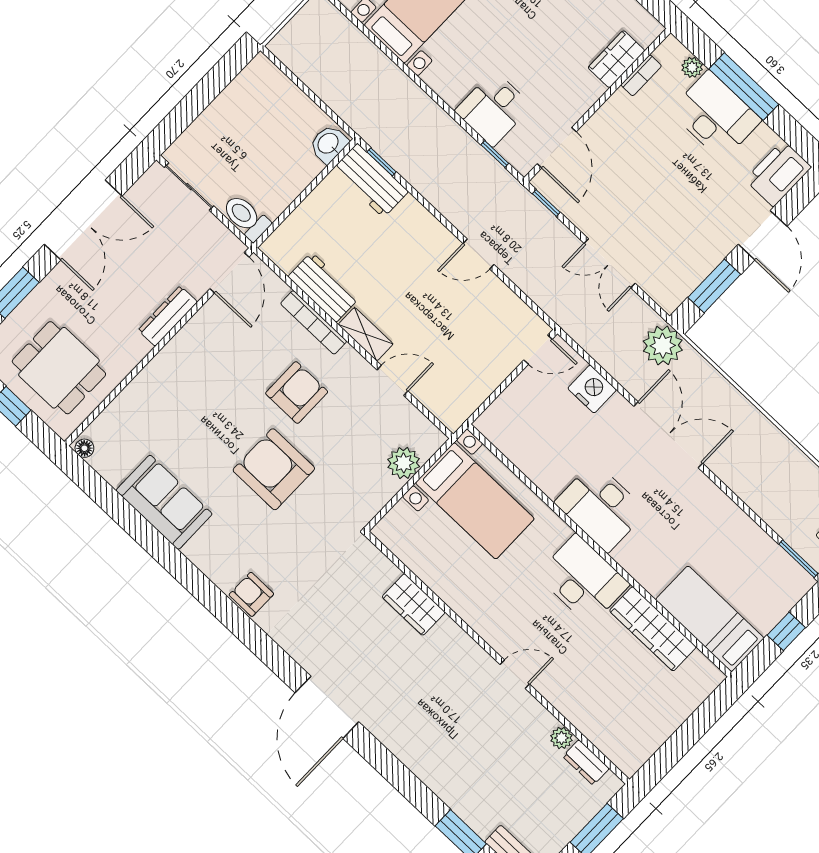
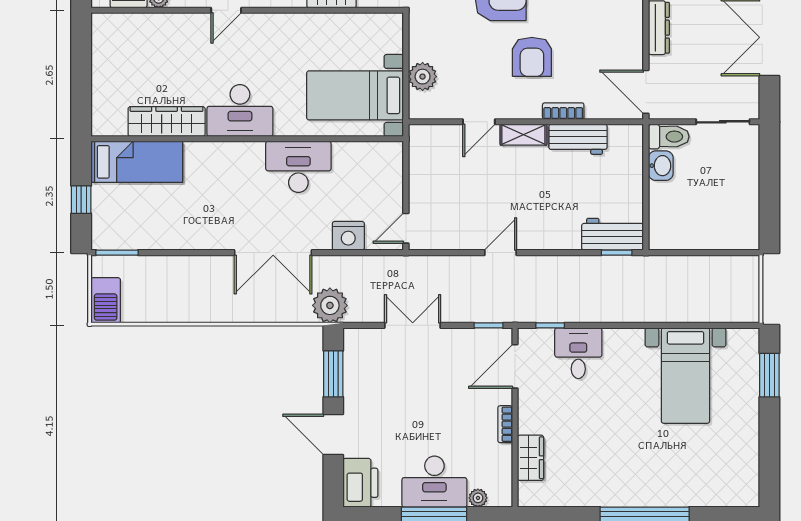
bookcase: (641, 75) -> (505, 424), moved
washbasin: (329, 144) -> (661, 166), moved
door: (557, 148) -> (515, 366), hinge flipped
bookcase: (314, 322) -> (563, 111), width x0.64
desk: (601, 507) -> (298, 167), moved

